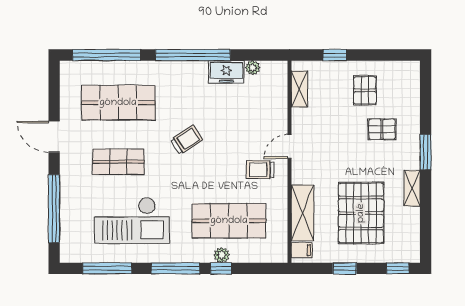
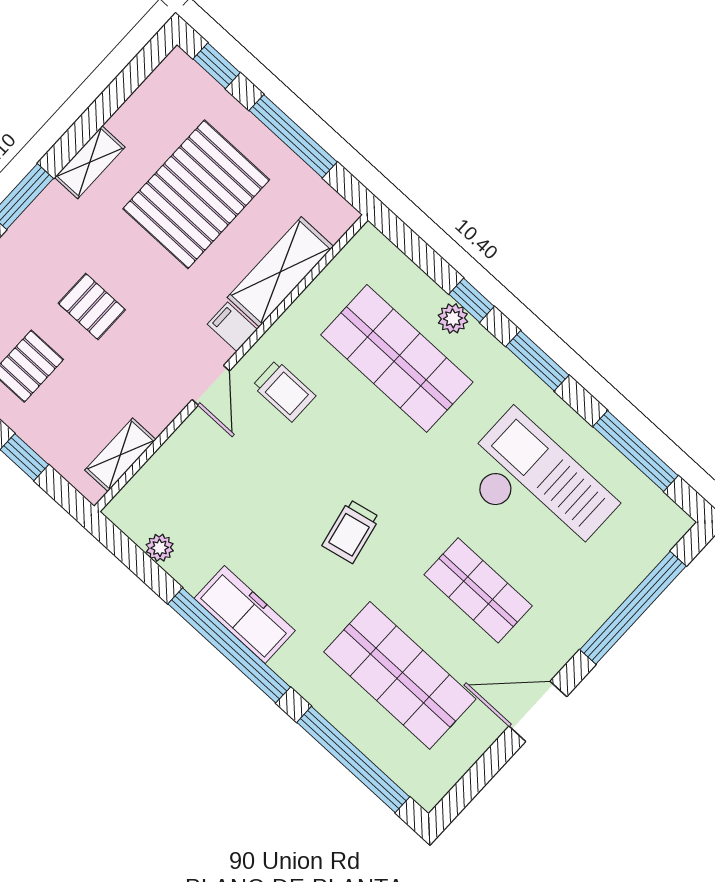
freezer: (226, 72) -> (245, 615), moved, width x1.40
pallet: (382, 129) -> (92, 307), moved
door: (54, 137) -> (538, 711), swing flipped
trolley: (186, 140) -> (351, 531), turned -69
door: (290, 146) -> (211, 385), hinge flipped
filing cabinet: (302, 250) -> (232, 327), moved
window: (175, 268) -> (537, 361), width x0.69
window: (345, 268) -> (293, 136), width x2.17

